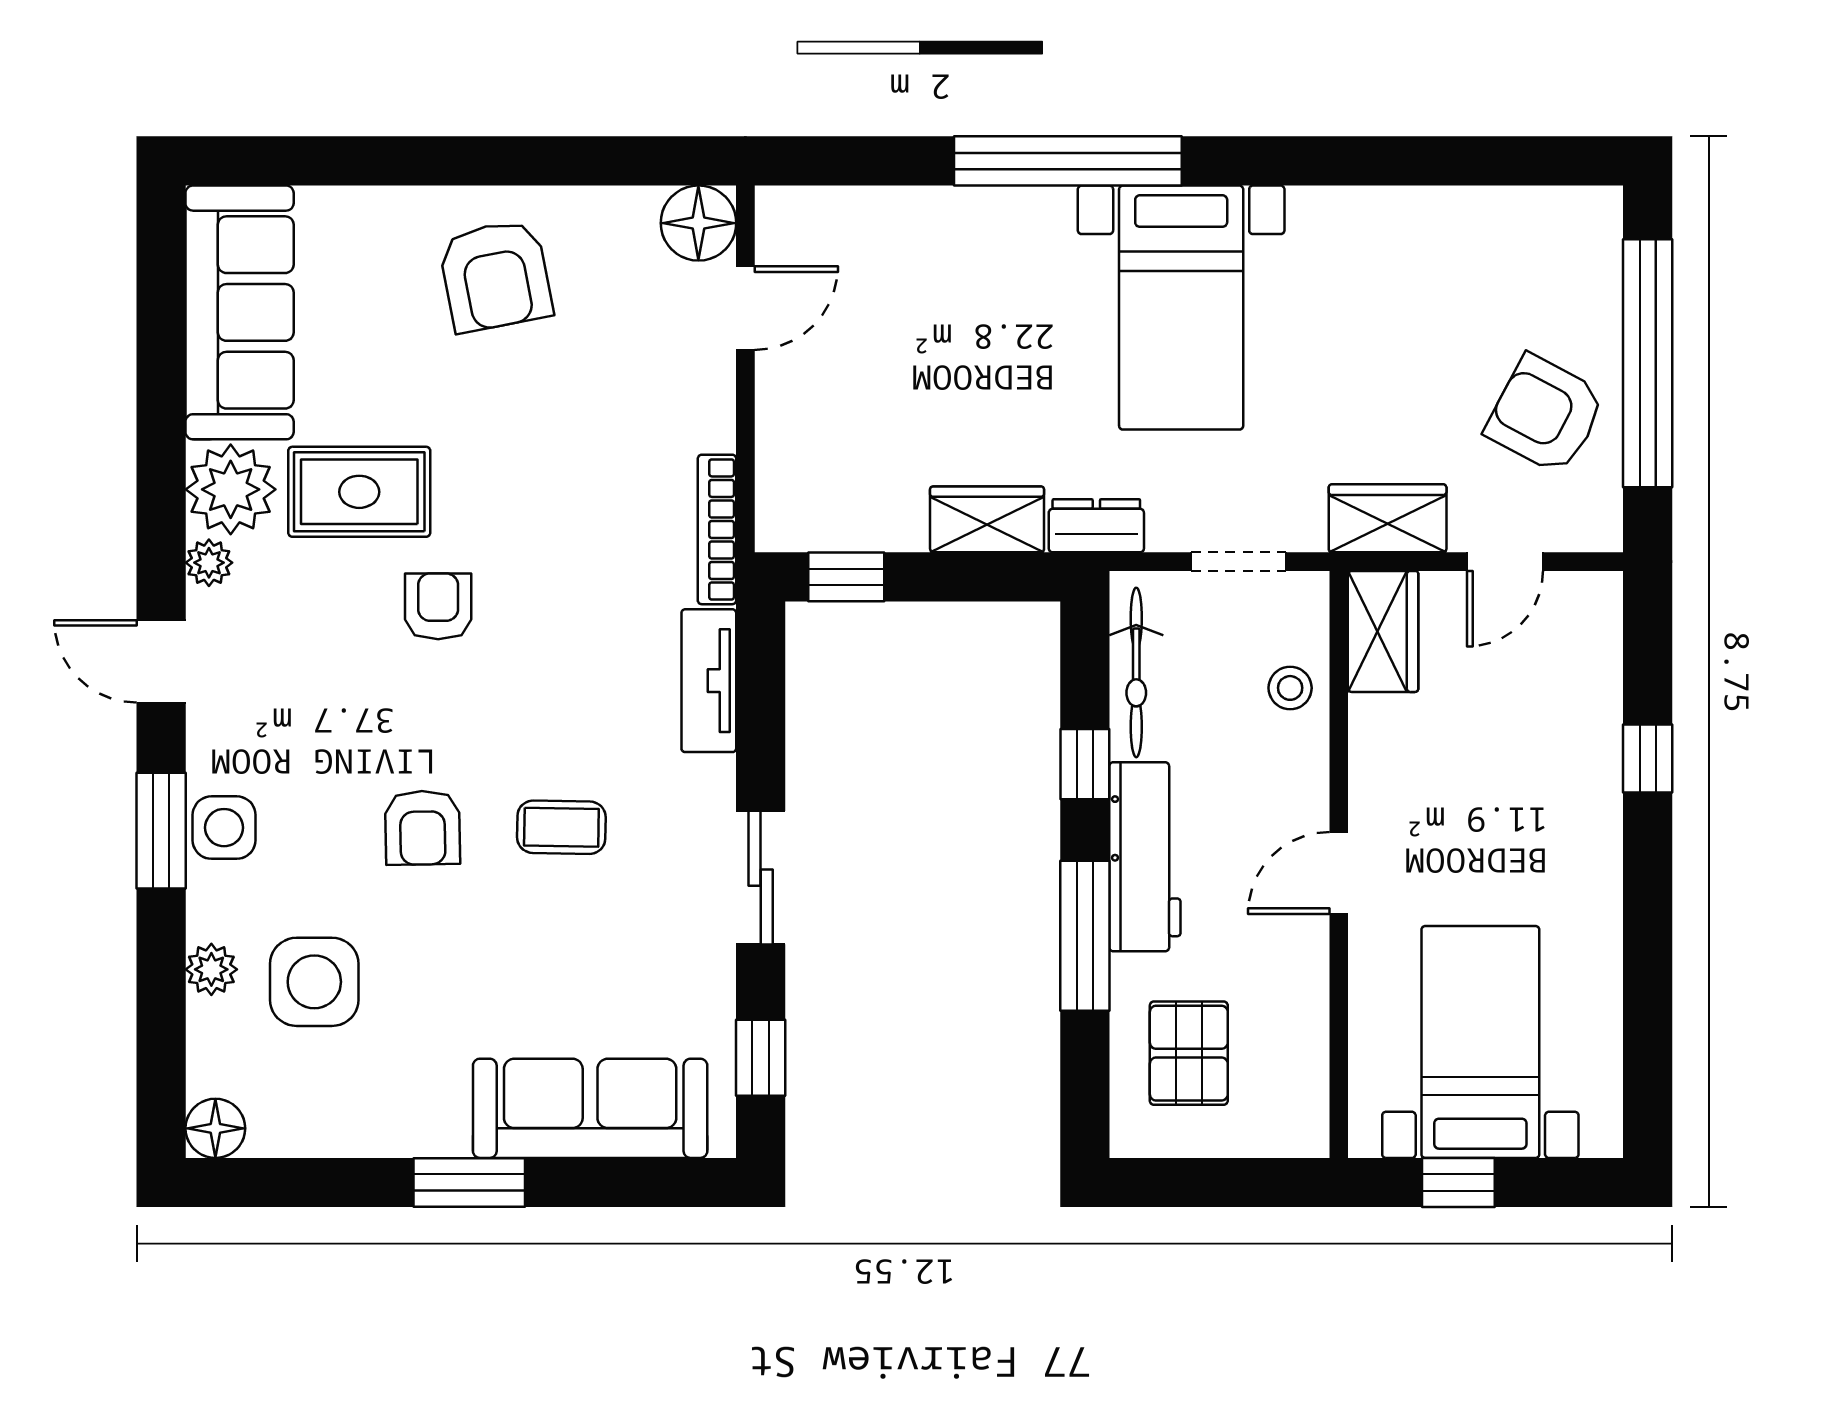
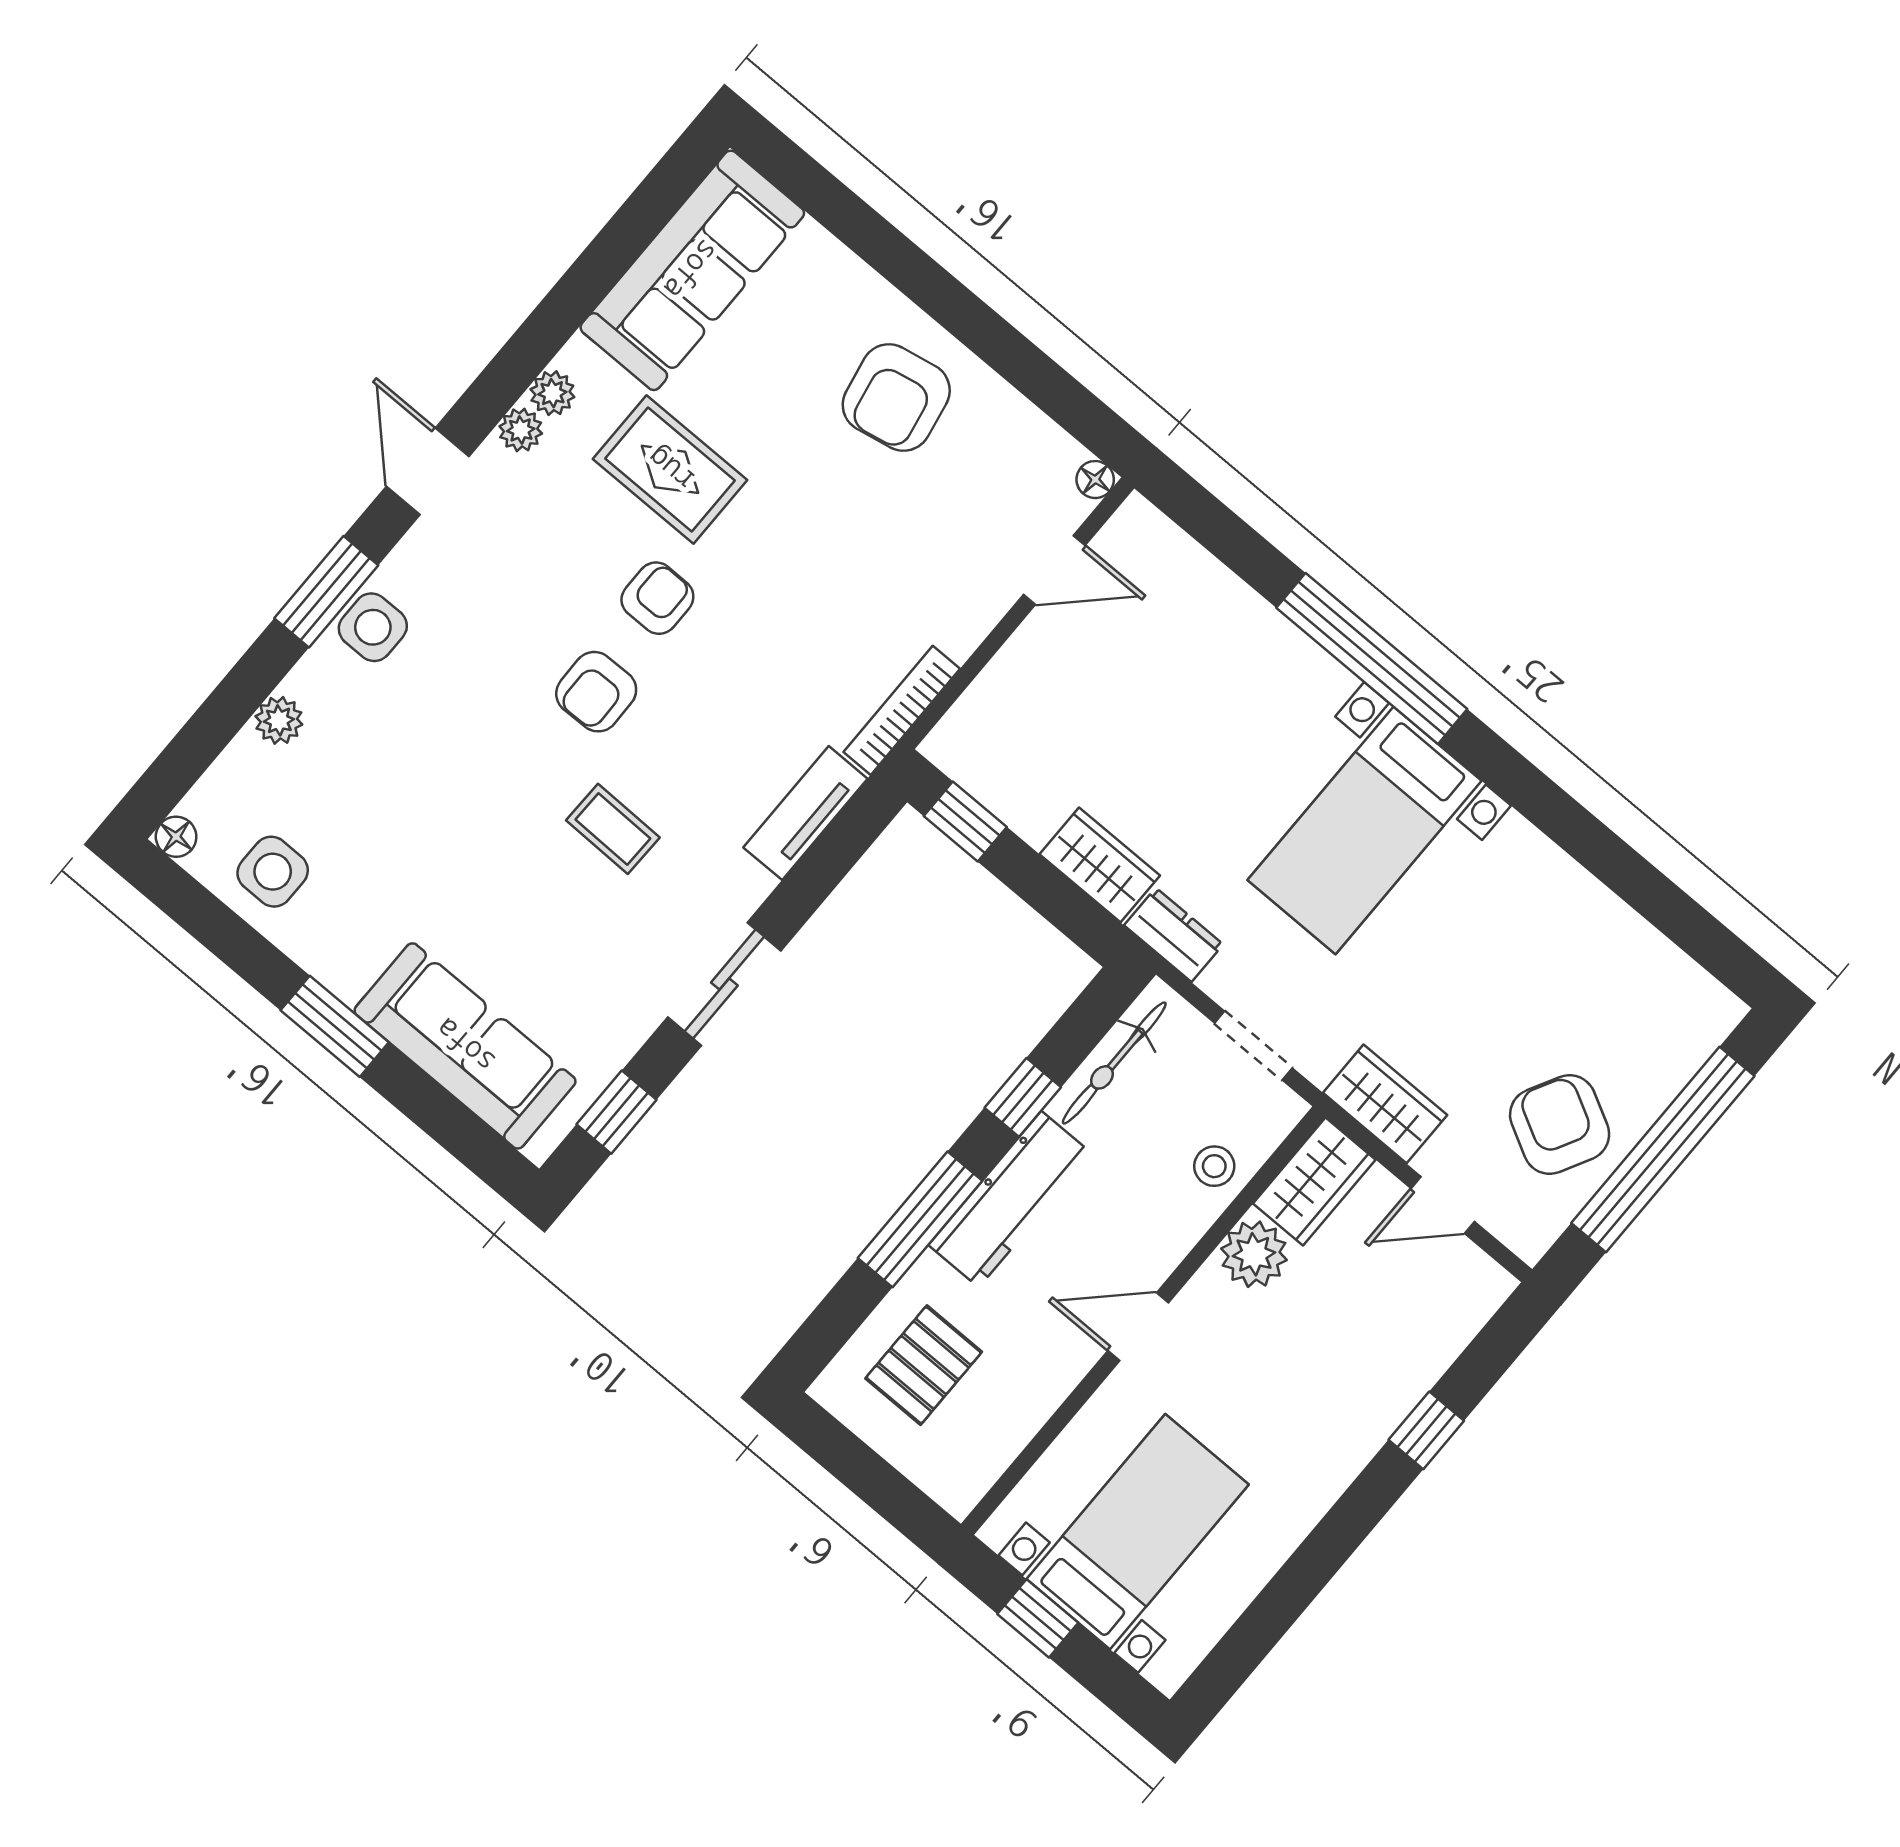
floor lamp: (698, 223) -> (1095, 480), width x0.53, depth x0.53
plant: (231, 489) -> (552, 393), width x0.53, depth x0.53
plant: (1384, 733) -> (1254, 1254), added
armchair: (423, 828) -> (596, 692), moved
side table: (314, 982) -> (273, 872), moved, width x0.73, depth x0.73
floor lamp: (215, 1128) -> (176, 837), width x0.73, depth x0.73

